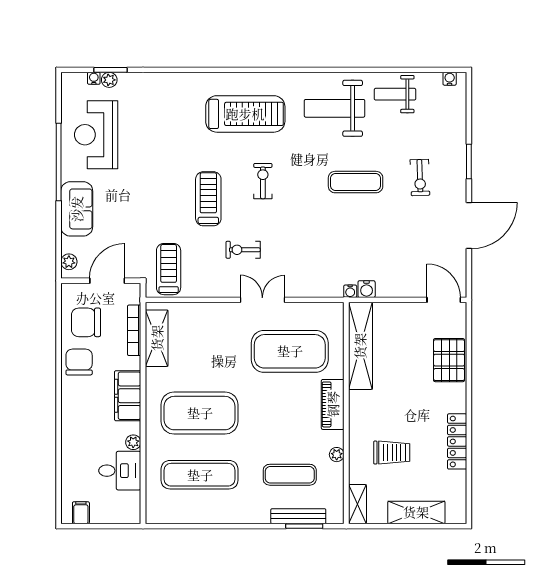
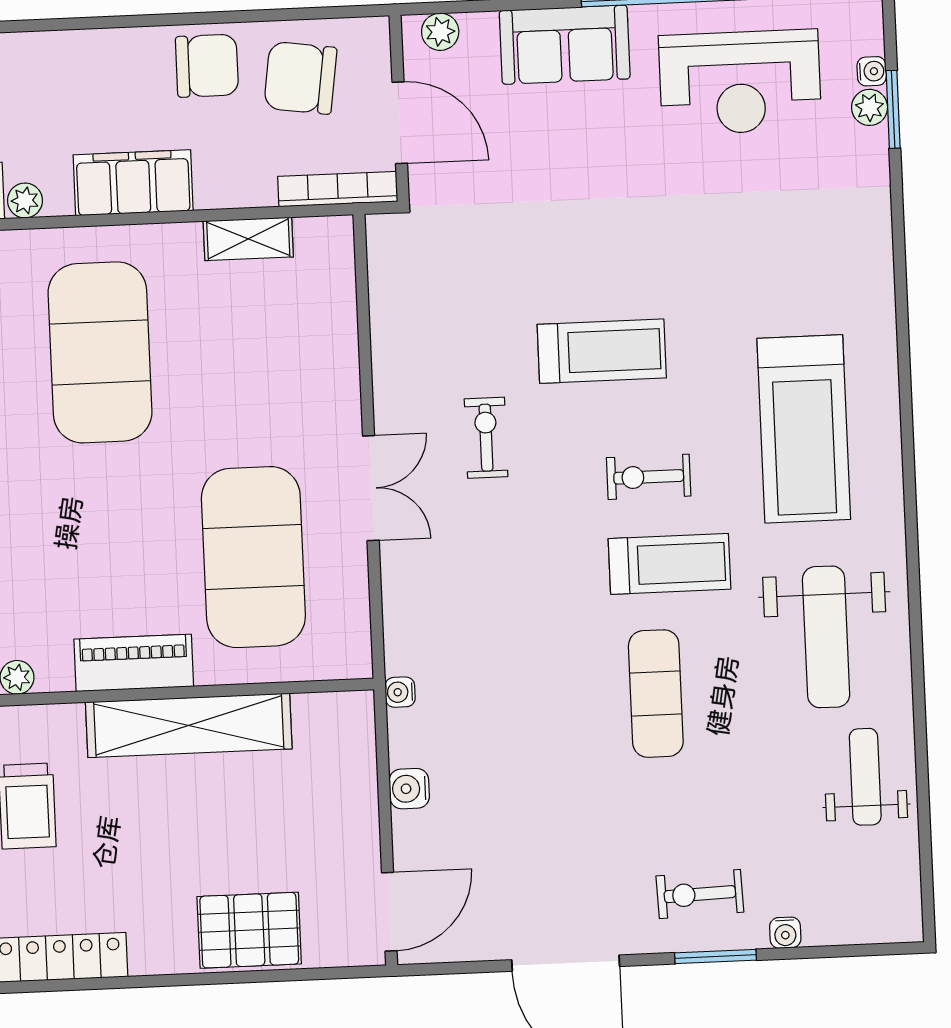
water cooler: (450, 79) -> (785, 933), moved, turned 90
weight bench: (335, 108) -> (826, 637), turned 180
reception desk: (96, 135) -> (740, 82), turned 180
exercise bike: (420, 177) -> (700, 894), moved
exercise bike: (263, 181) -> (649, 477), turned 180
treadmill: (169, 269) -> (670, 564), moved
water cooler: (367, 289) -> (409, 789), moved
chair: (86, 322) -> (300, 78), turned -82
bookcase: (134, 330) -> (338, 189), moved
shelving: (157, 338) -> (248, 239), width x0.67, depth x0.75
shelving: (360, 346) -> (189, 725), moved

